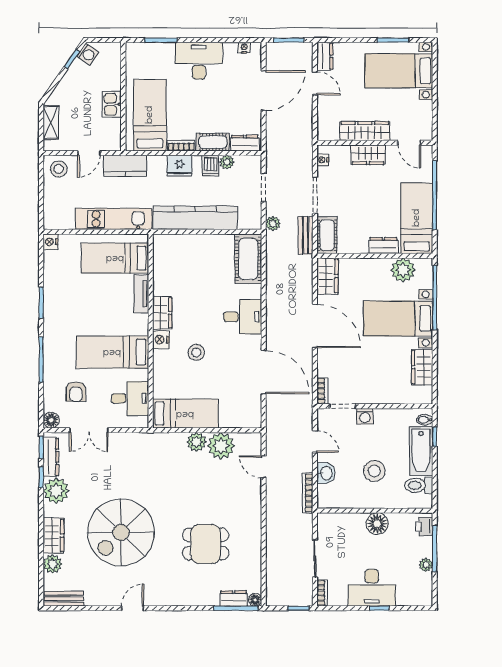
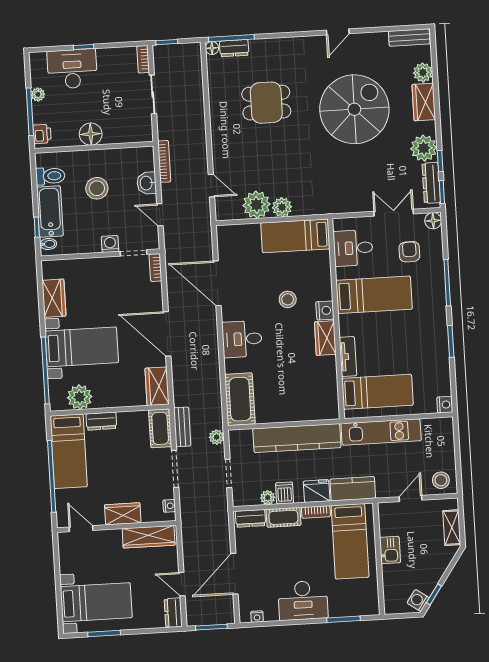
wardrobe: (365, 131) -> (149, 537), moved
kitchen counter: (125, 166) -> (353, 489), moved
desk: (372, 588) -> (72, 69), moved

